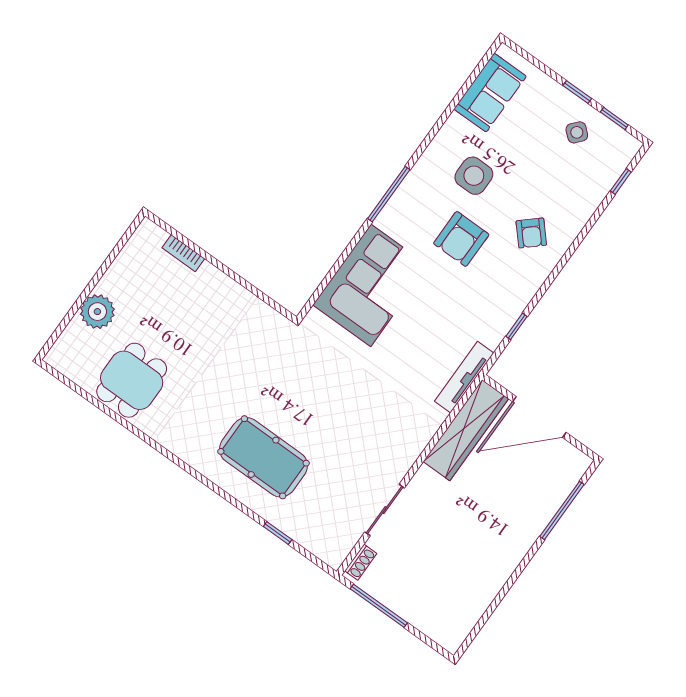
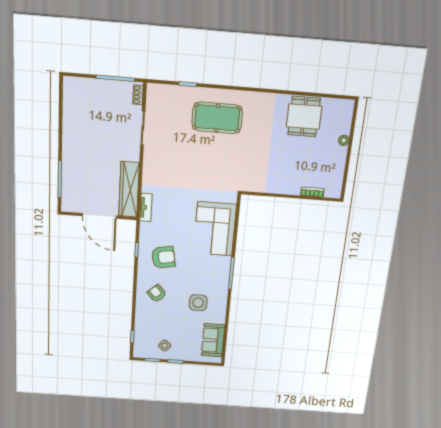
armchair: (461, 239) -> (163, 257), moved, turned 80
plant: (97, 312) -> (344, 140), width x0.53, depth x0.53
tv unit: (464, 377) -> (146, 208), width x0.71
door: (539, 417) -> (99, 216), swing flipped

